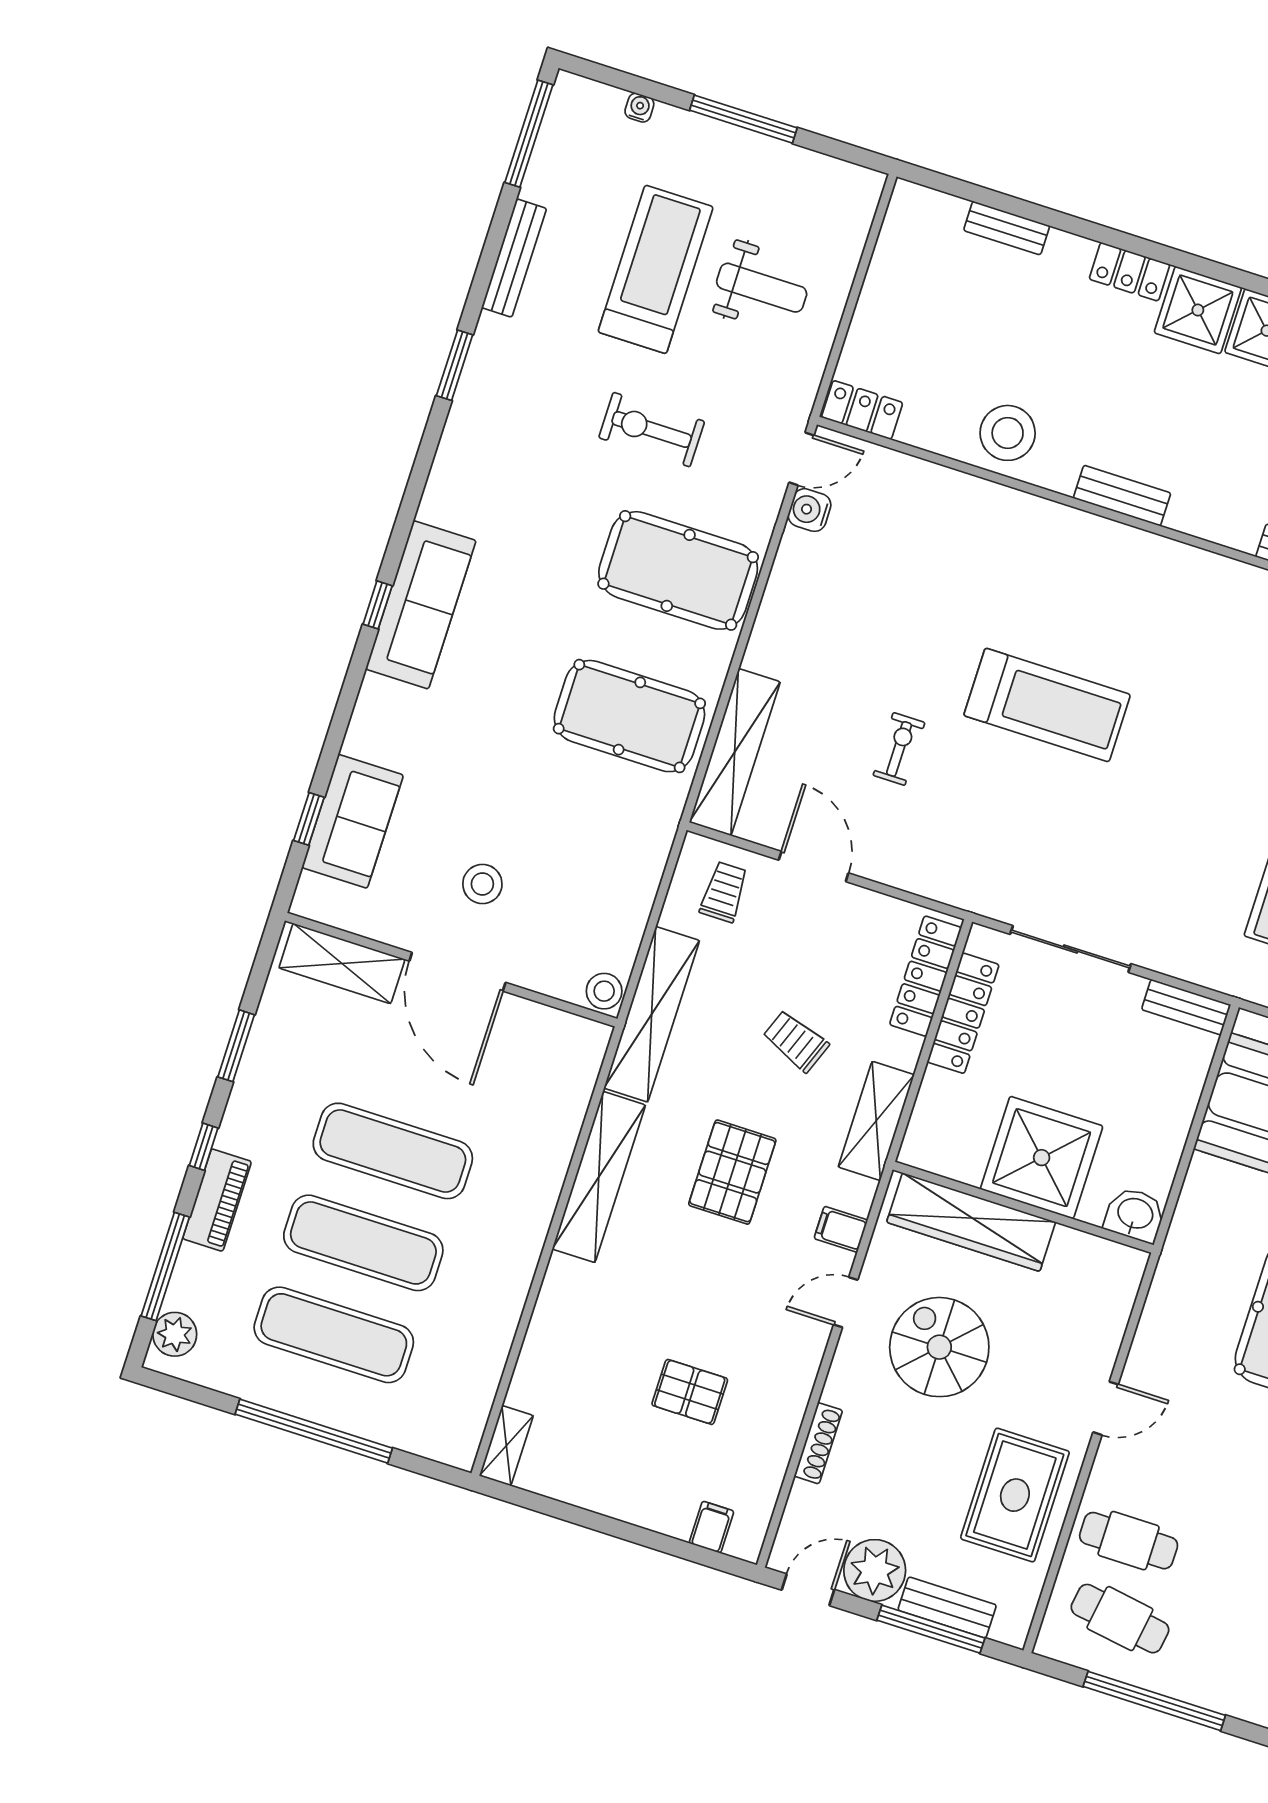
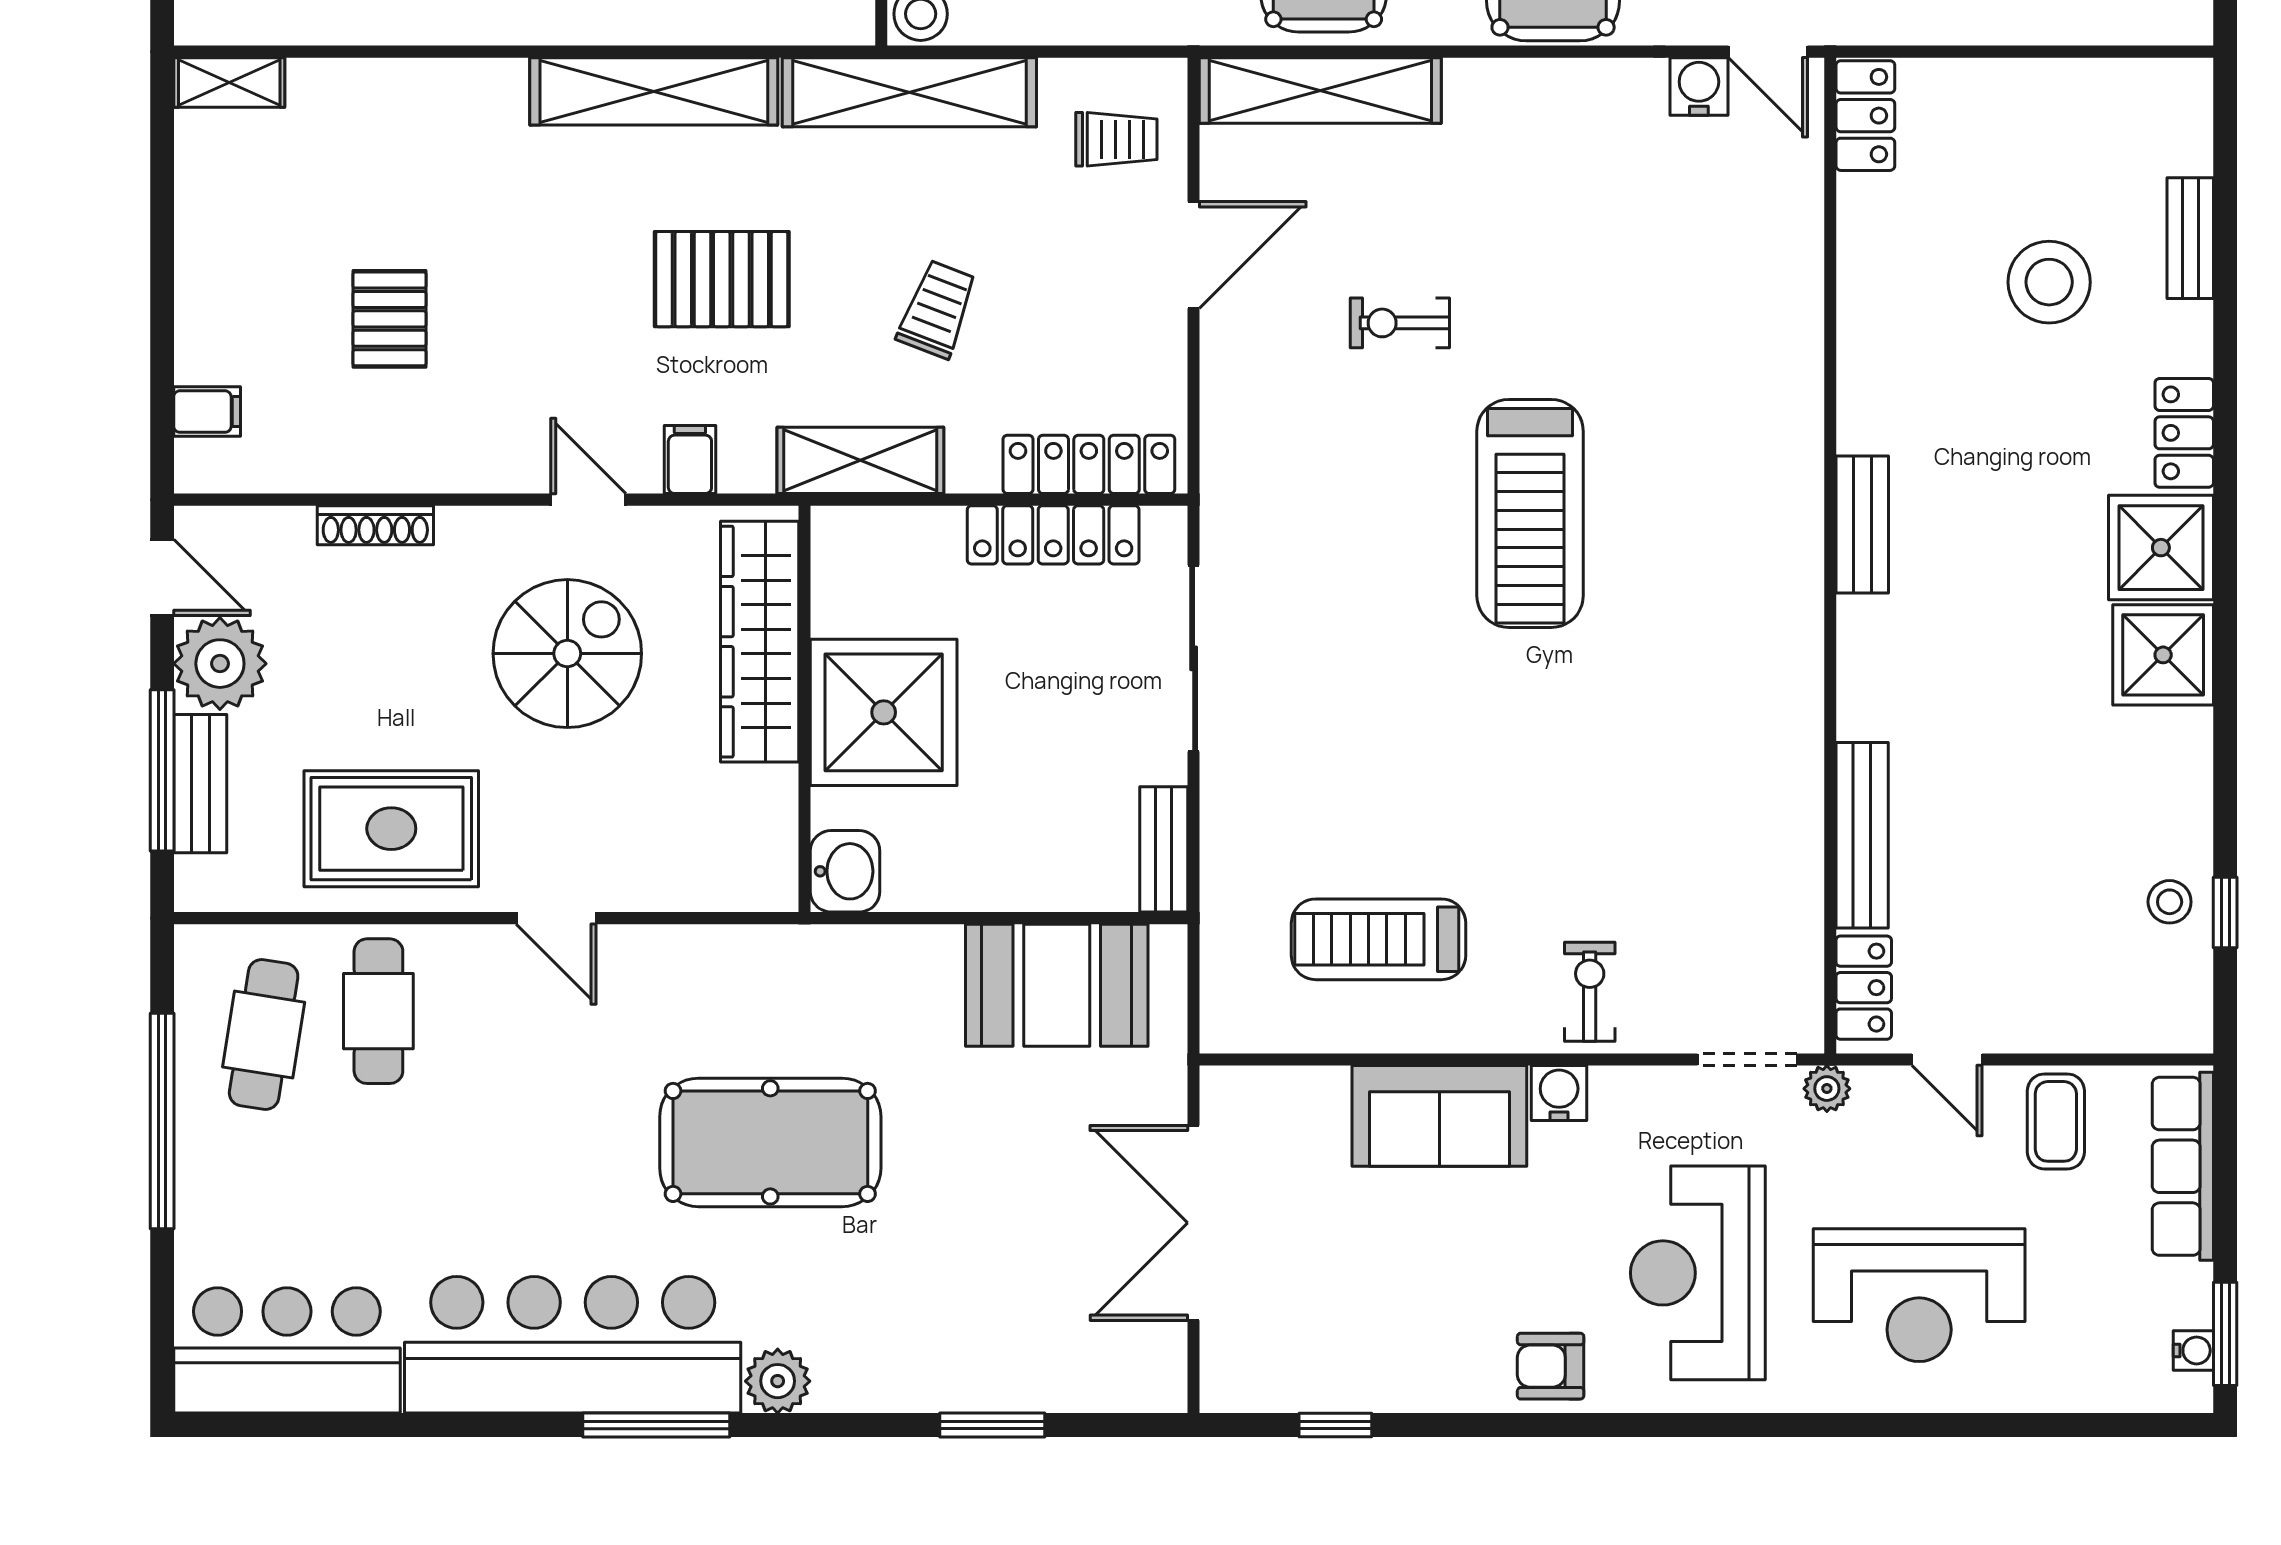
stool: (1008, 433) -> (2049, 282), moved
exercise bike: (899, 749) -> (1400, 323), turned 180

